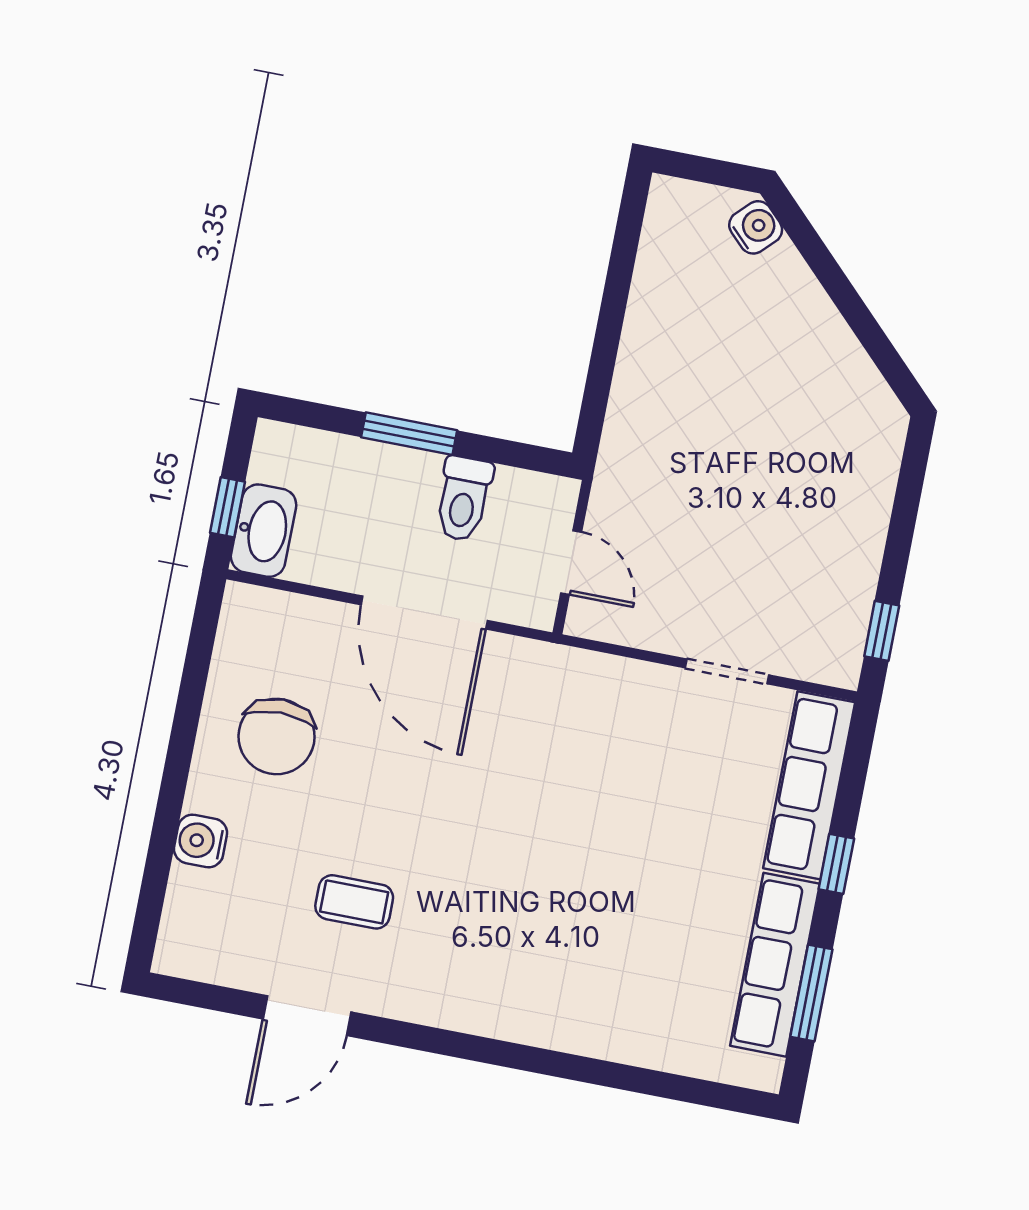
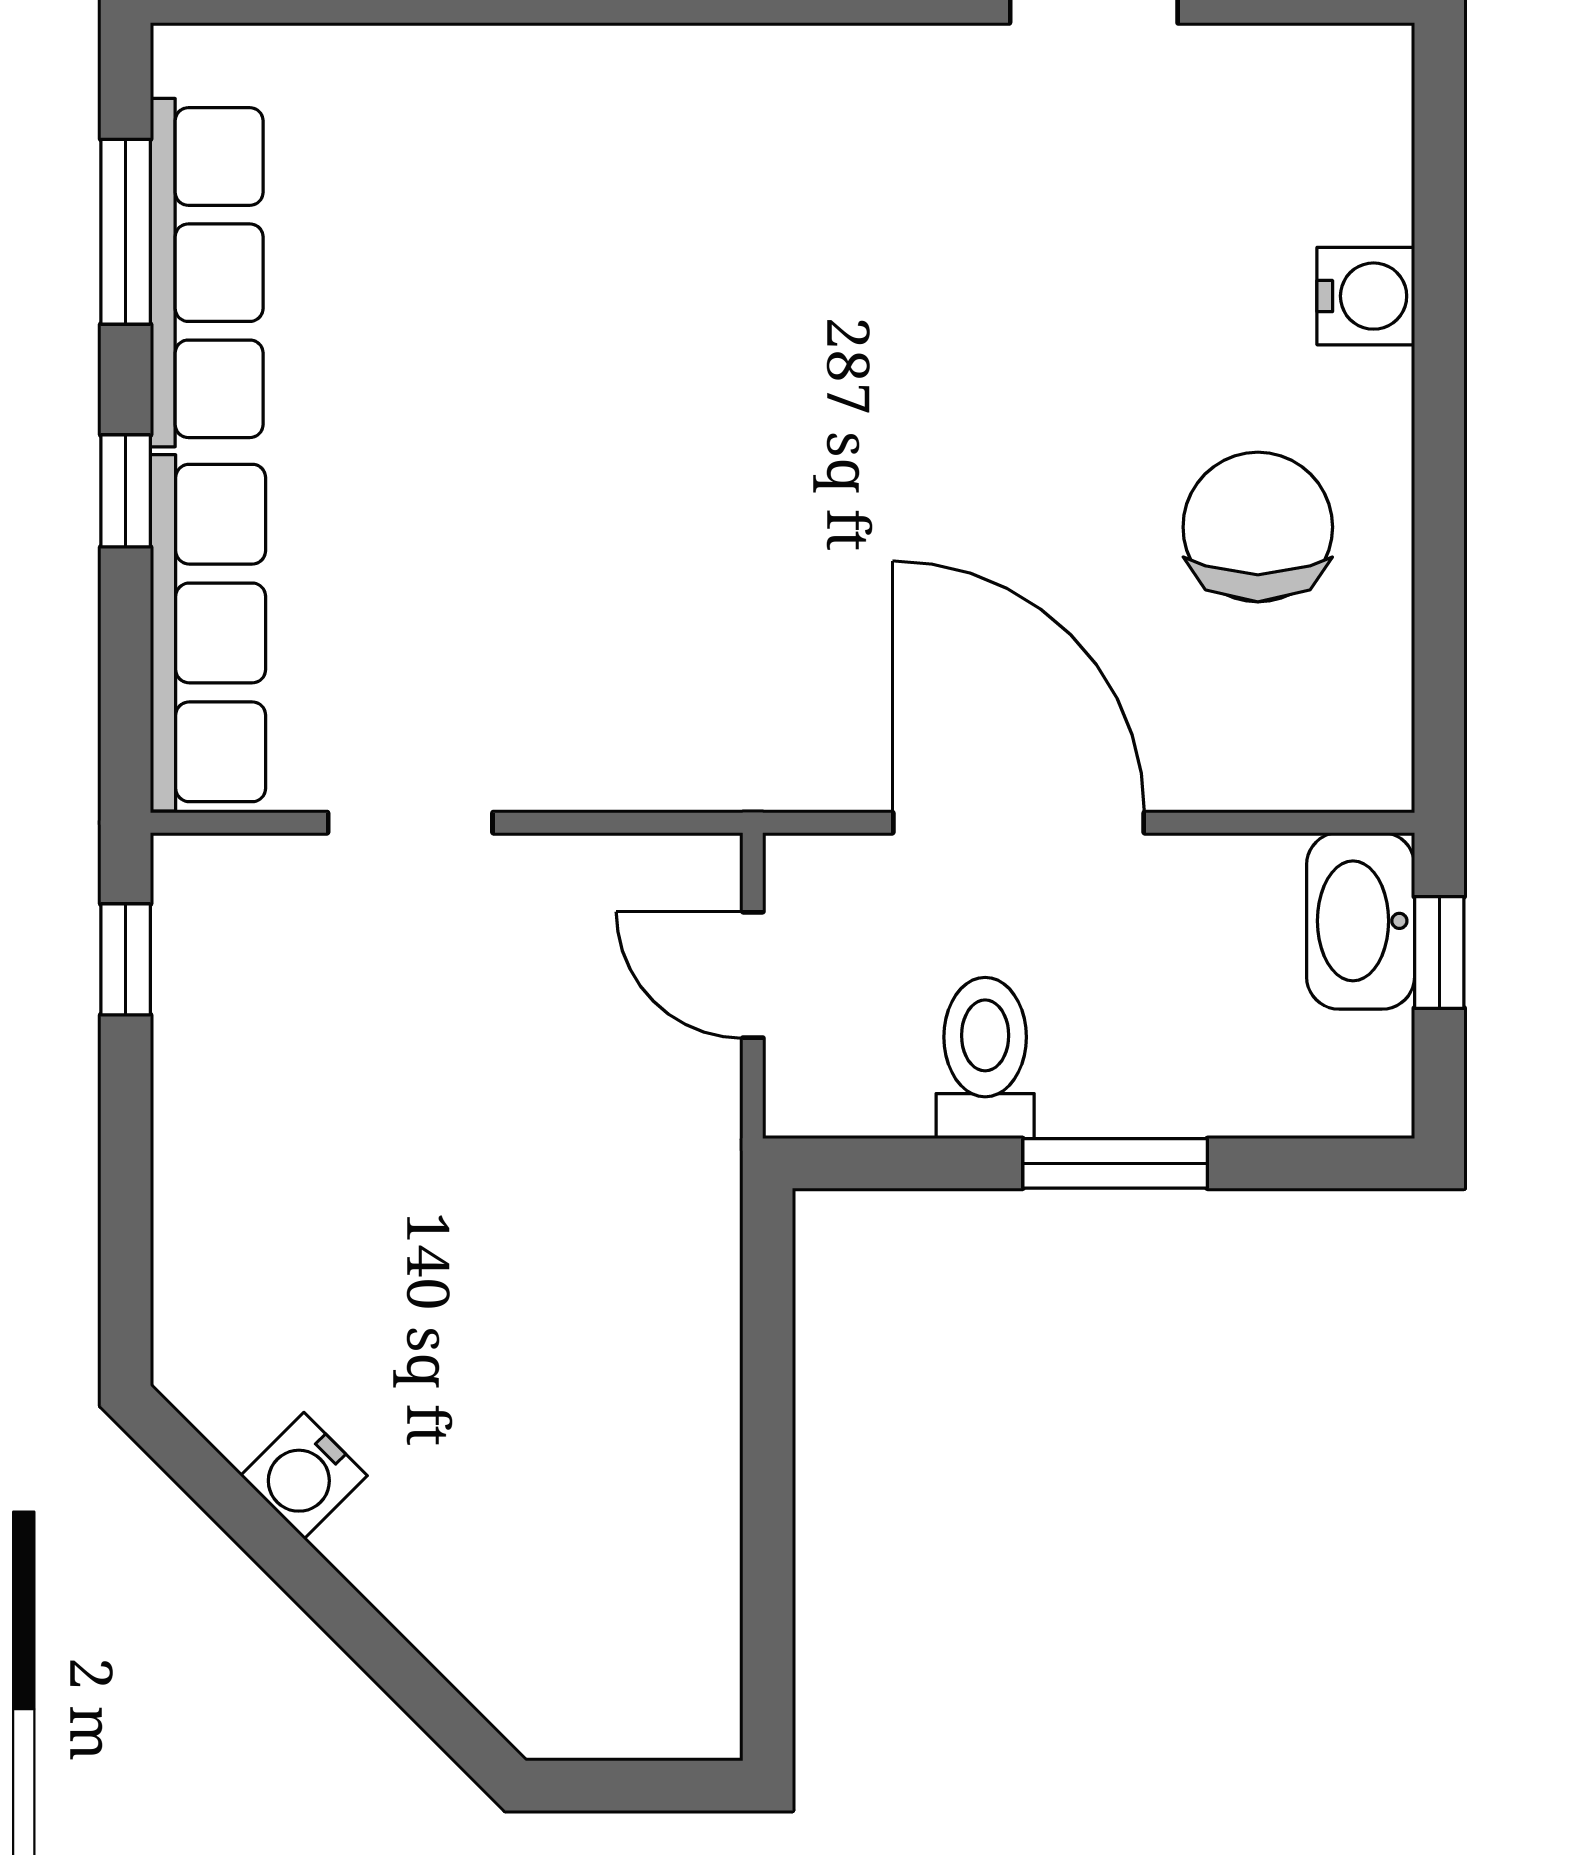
water cooler: (756, 227) -> (304, 1476), moved
coffee table: (354, 902) -> (1045, 236), removed

